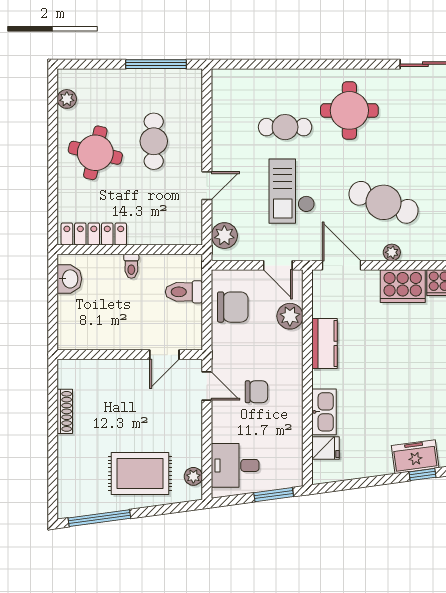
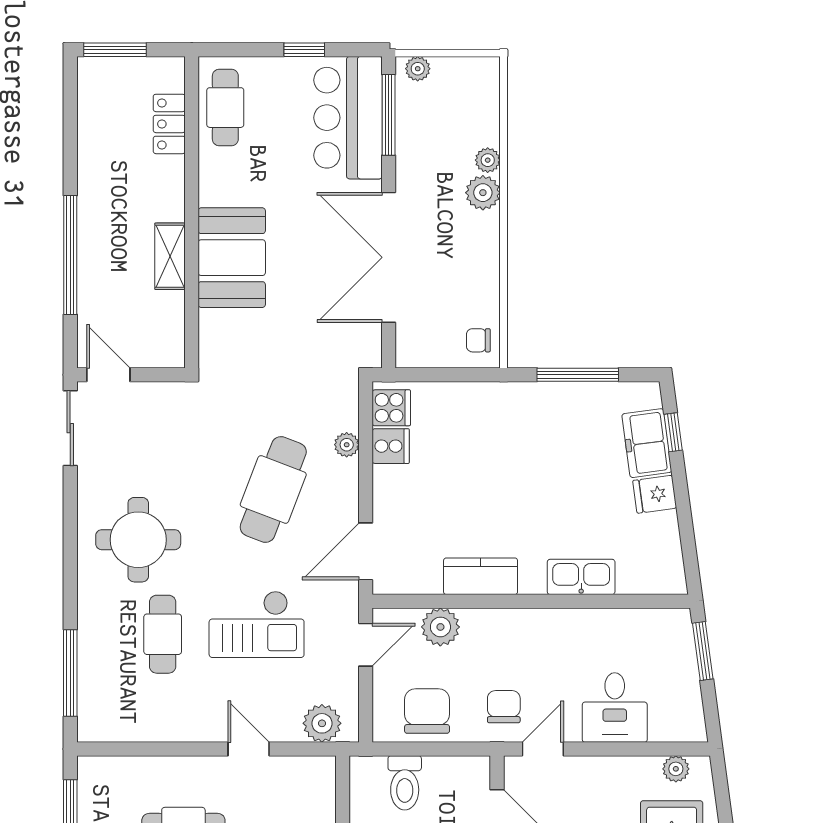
window: (259, 64) -> (70, 673), added
plant: (392, 252) -> (347, 445), moved
cooker: (403, 286) -> (391, 446), width x0.53, depth x0.76
chair: (256, 392) -> (504, 707), moved
fridge: (326, 448) -> (655, 494), moved, turned -98
desk: (235, 465) -> (615, 707), moved

